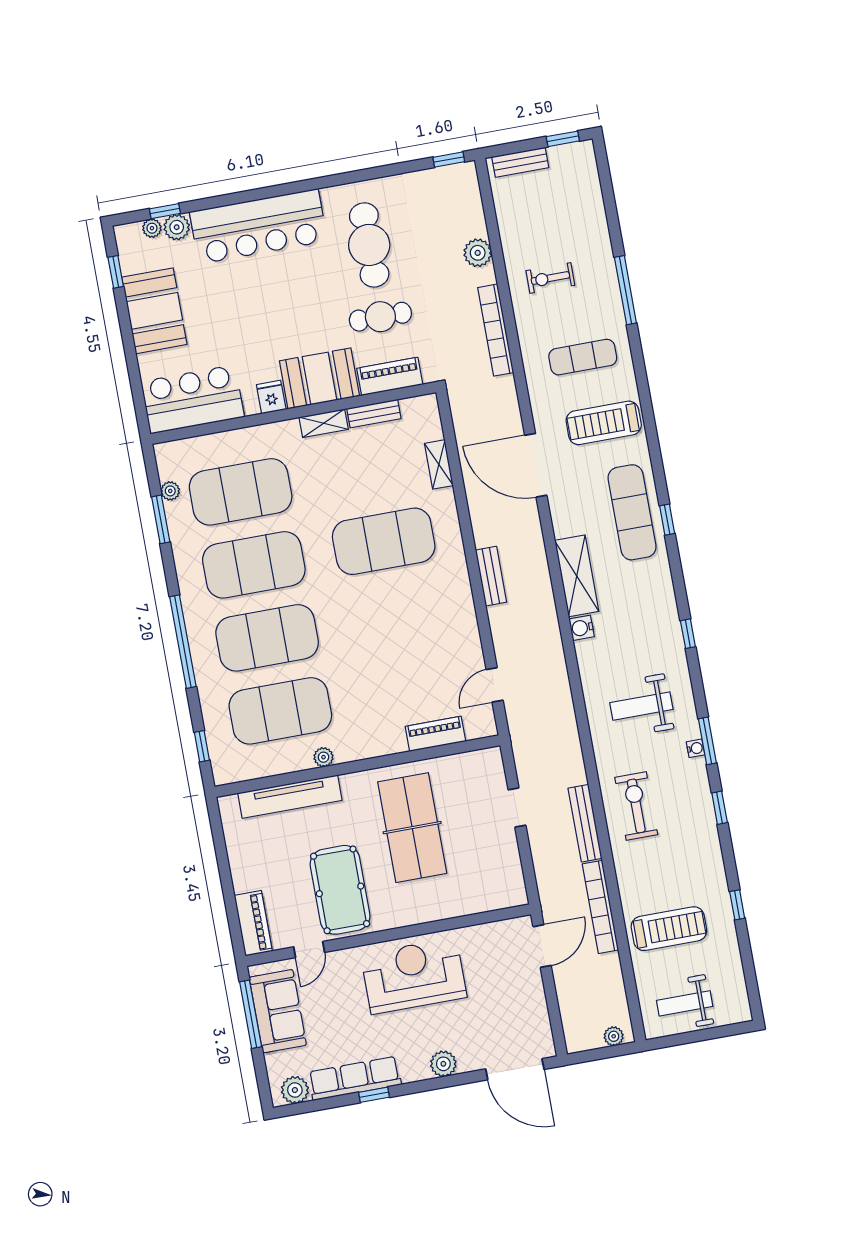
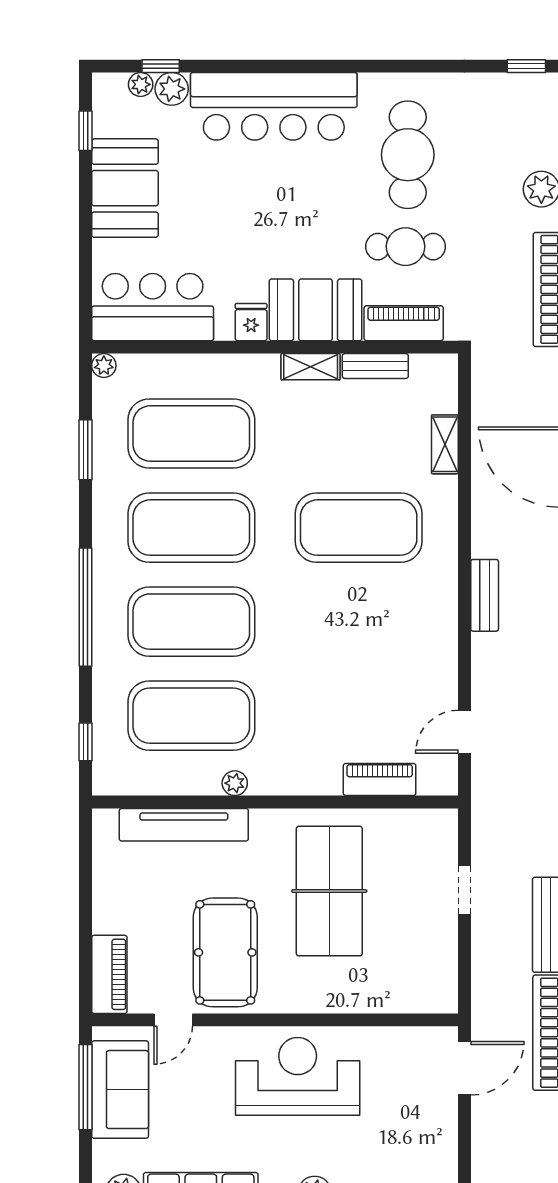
plant: (170, 491) -> (104, 366), moved

